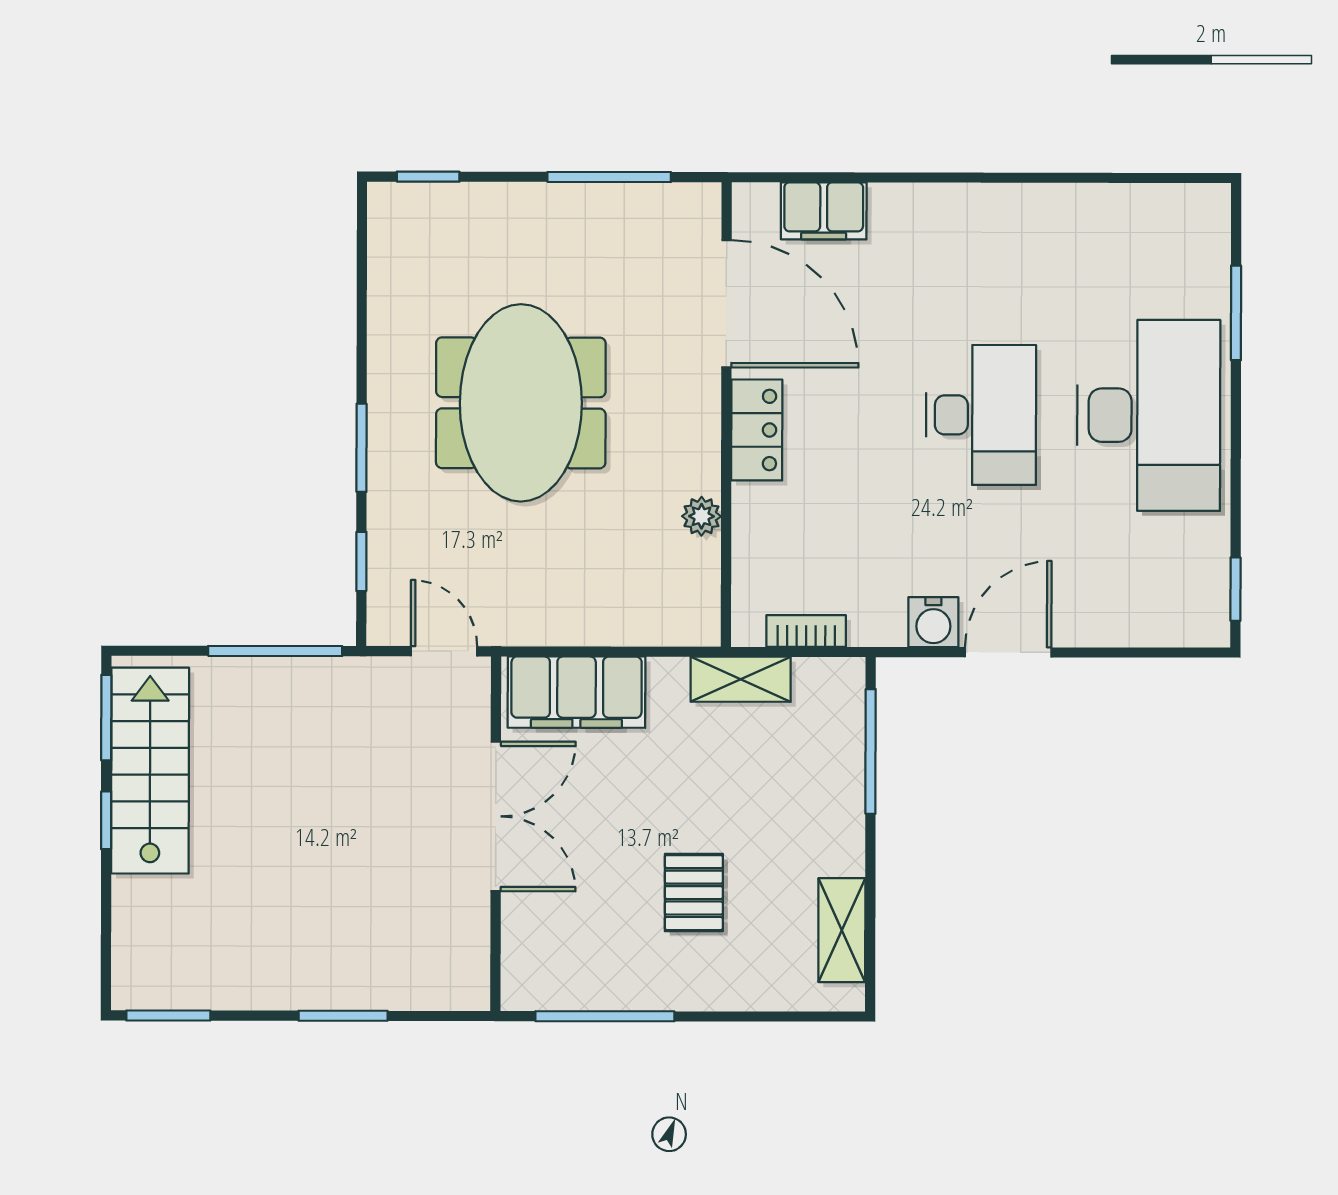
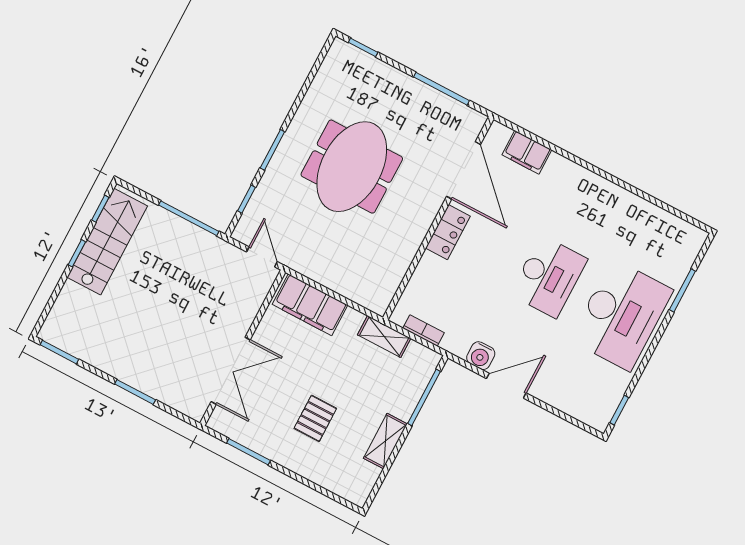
plant: (701, 516) -> (404, 257), removed
window: (106, 718) -> (100, 209), width x0.67
double door: (496, 816) -> (231, 371), moved
shelving: (842, 930) -> (385, 441), moved
window: (605, 1016) -> (249, 452), width x0.69

